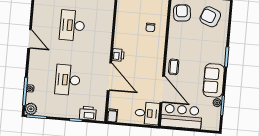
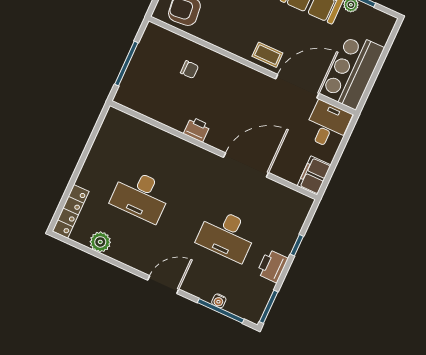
door: (30, 39) -> (163, 285), moved
printer: (118, 55) -> (197, 129), moved
plant: (31, 109) -> (100, 242), moved
printer: (88, 113) -> (272, 266), moved
filing cabinet: (112, 115) -> (314, 175), width x2.00

